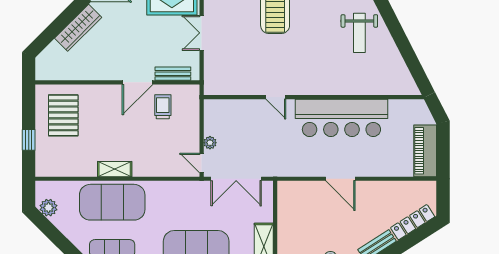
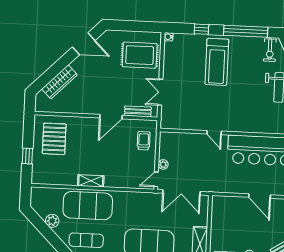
wardrobe: (78, 28) -> (59, 82), moved
double door: (202, 33) -> (160, 92), moved
trolley: (163, 107) -> (144, 141), moved
door: (202, 163) -> (156, 179), hinge flipped
plant: (48, 208) -> (52, 221), moved

